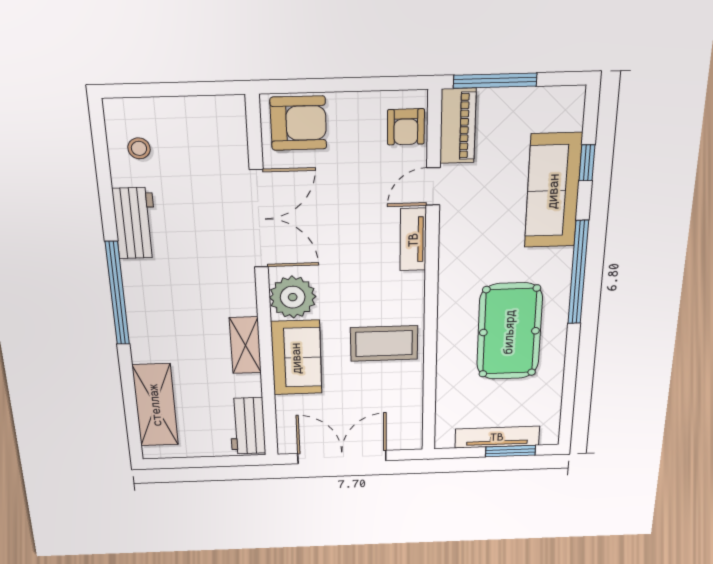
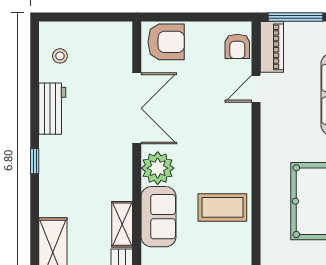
tv unit: (413, 240) -> (243, 127), removed
window: (117, 294) -> (35, 161), width x0.32
shelving: (245, 345) -> (122, 224), moved

